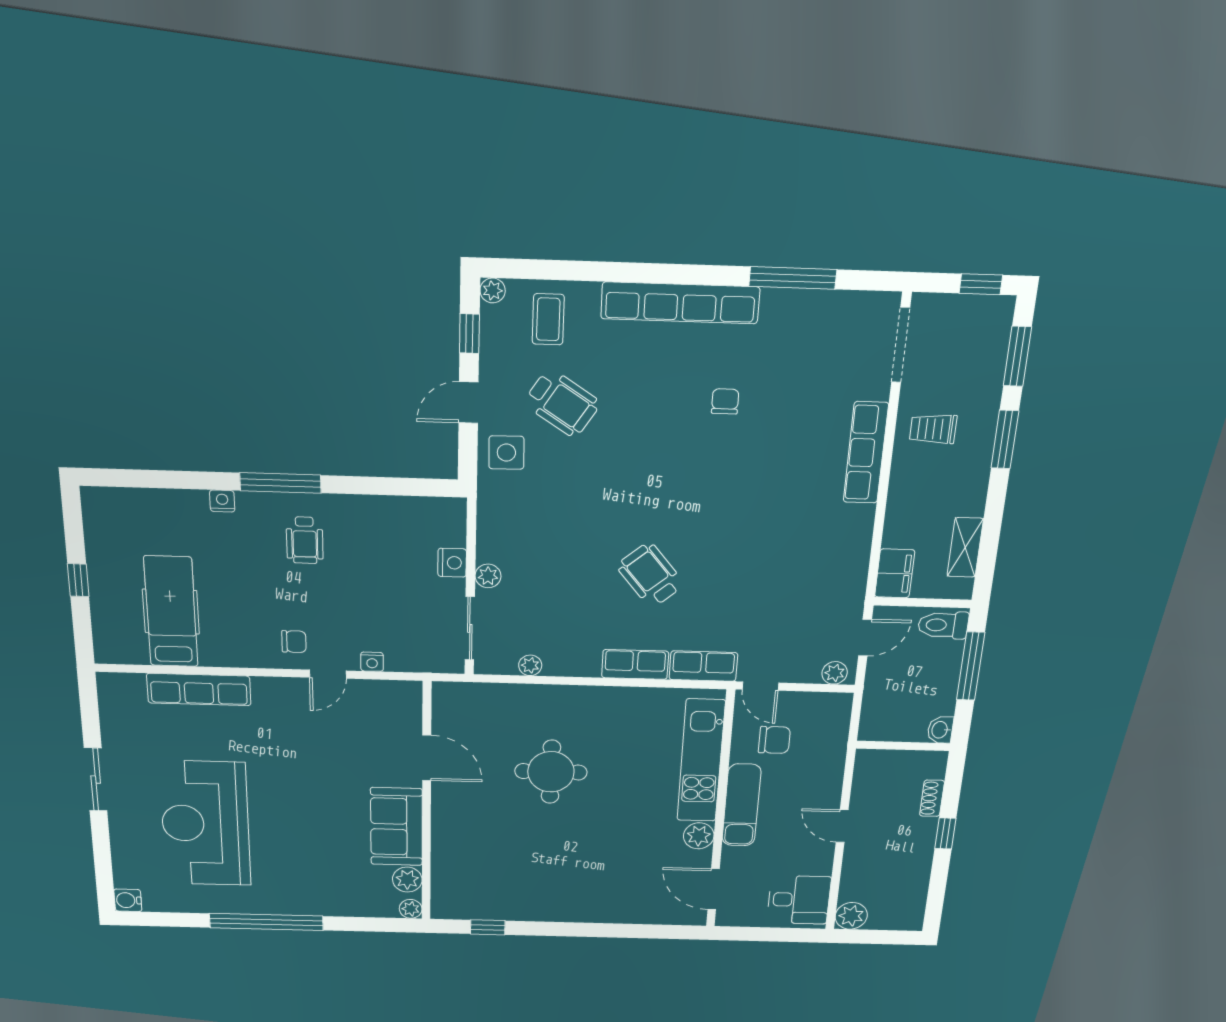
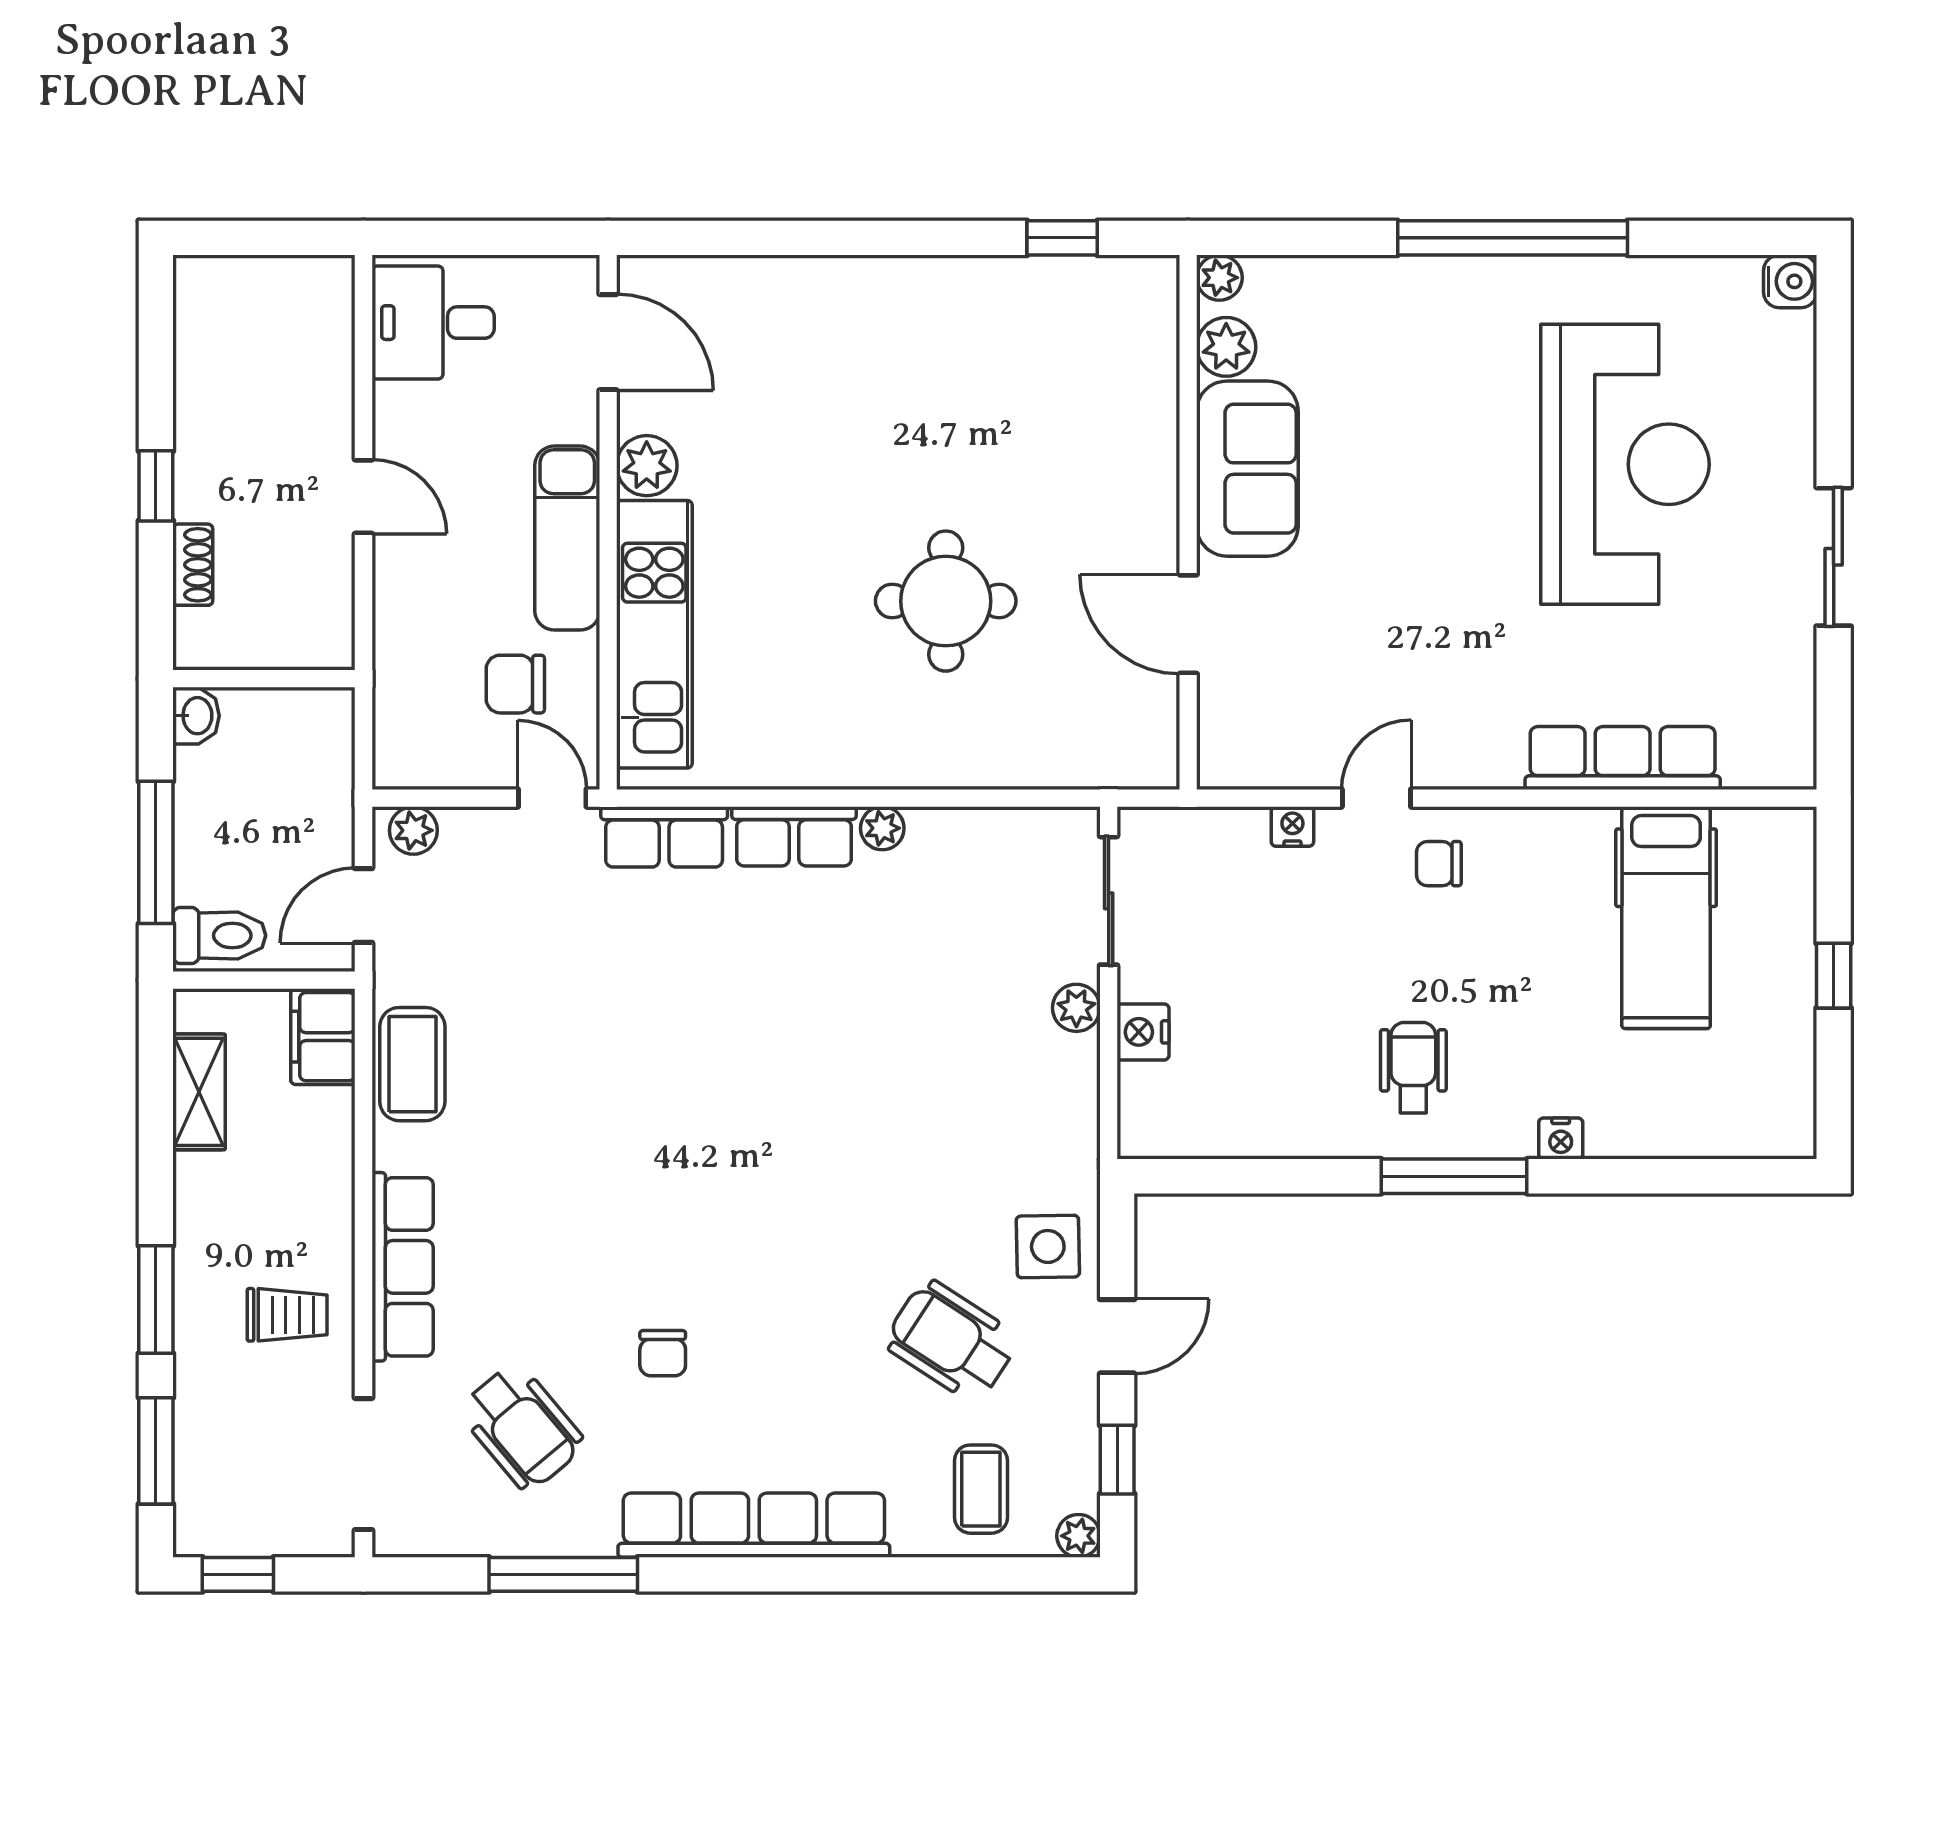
coffee table: (848, 558) -> (412, 1064), added
wheelchair: (650, 575) -> (522, 1427), moved
plant: (530, 665) -> (882, 828), moved
plant: (851, 916) -> (323, 287), removed

